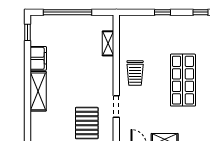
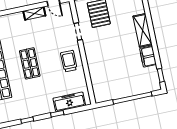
freezer: (145, 24) -> (69, 102), added
shelving: (108, 43) -> (95, 80), removed
shop shelf: (183, 80) -> (30, 63), width x0.70, depth x0.74

